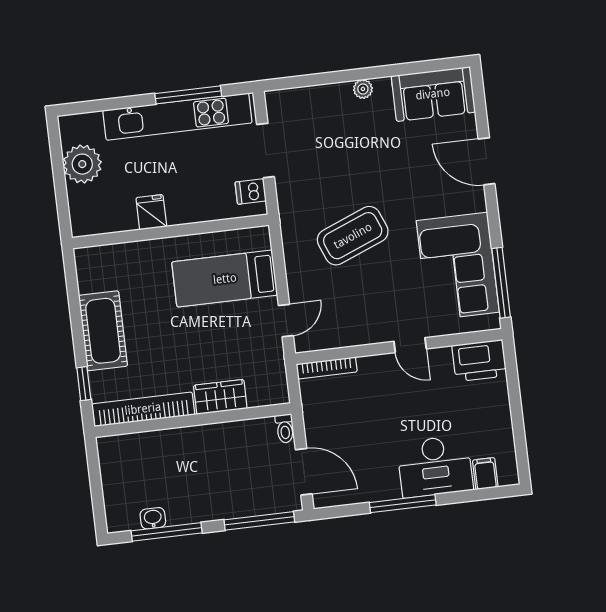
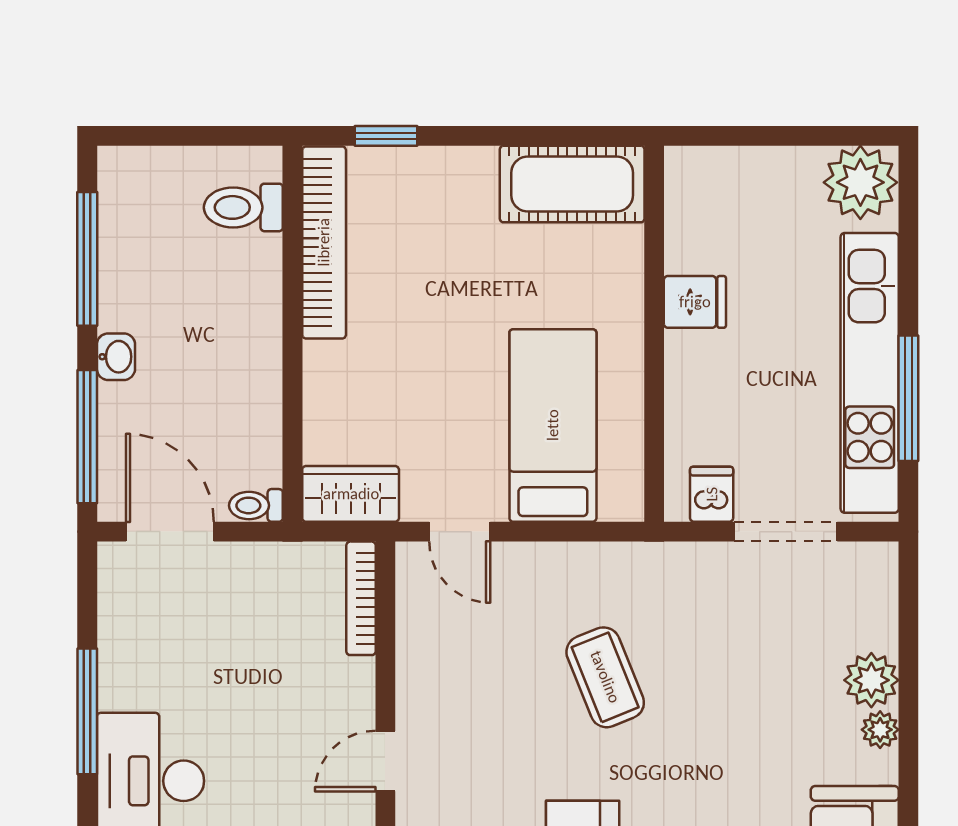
plant: (338, 97) -> (871, 680), added
plant: (82, 164) -> (860, 182), moved
coffee table: (353, 236) -> (605, 677), width x0.73, depth x0.76
cot: (103, 331) -> (572, 184), moved
wardrobe: (220, 397) -> (351, 494), moved, turned -90
toilet: (130, 454) -> (243, 207), added
door: (304, 472) -> (170, 532), swing flipped
washbasin: (153, 518) -> (116, 357), moved

